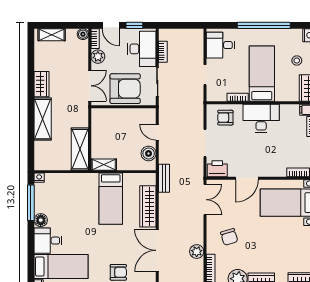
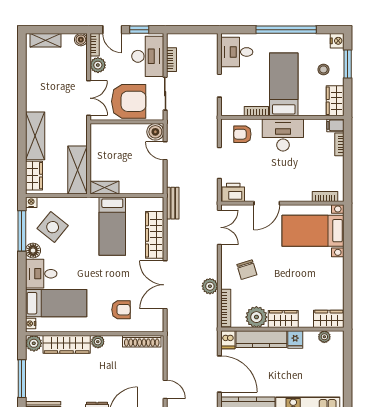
wardrobe: (42, 84) -> (34, 176), moved
boiler: (149, 153) -> (155, 132), moved
side table: (58, 199) -> (53, 227), added

